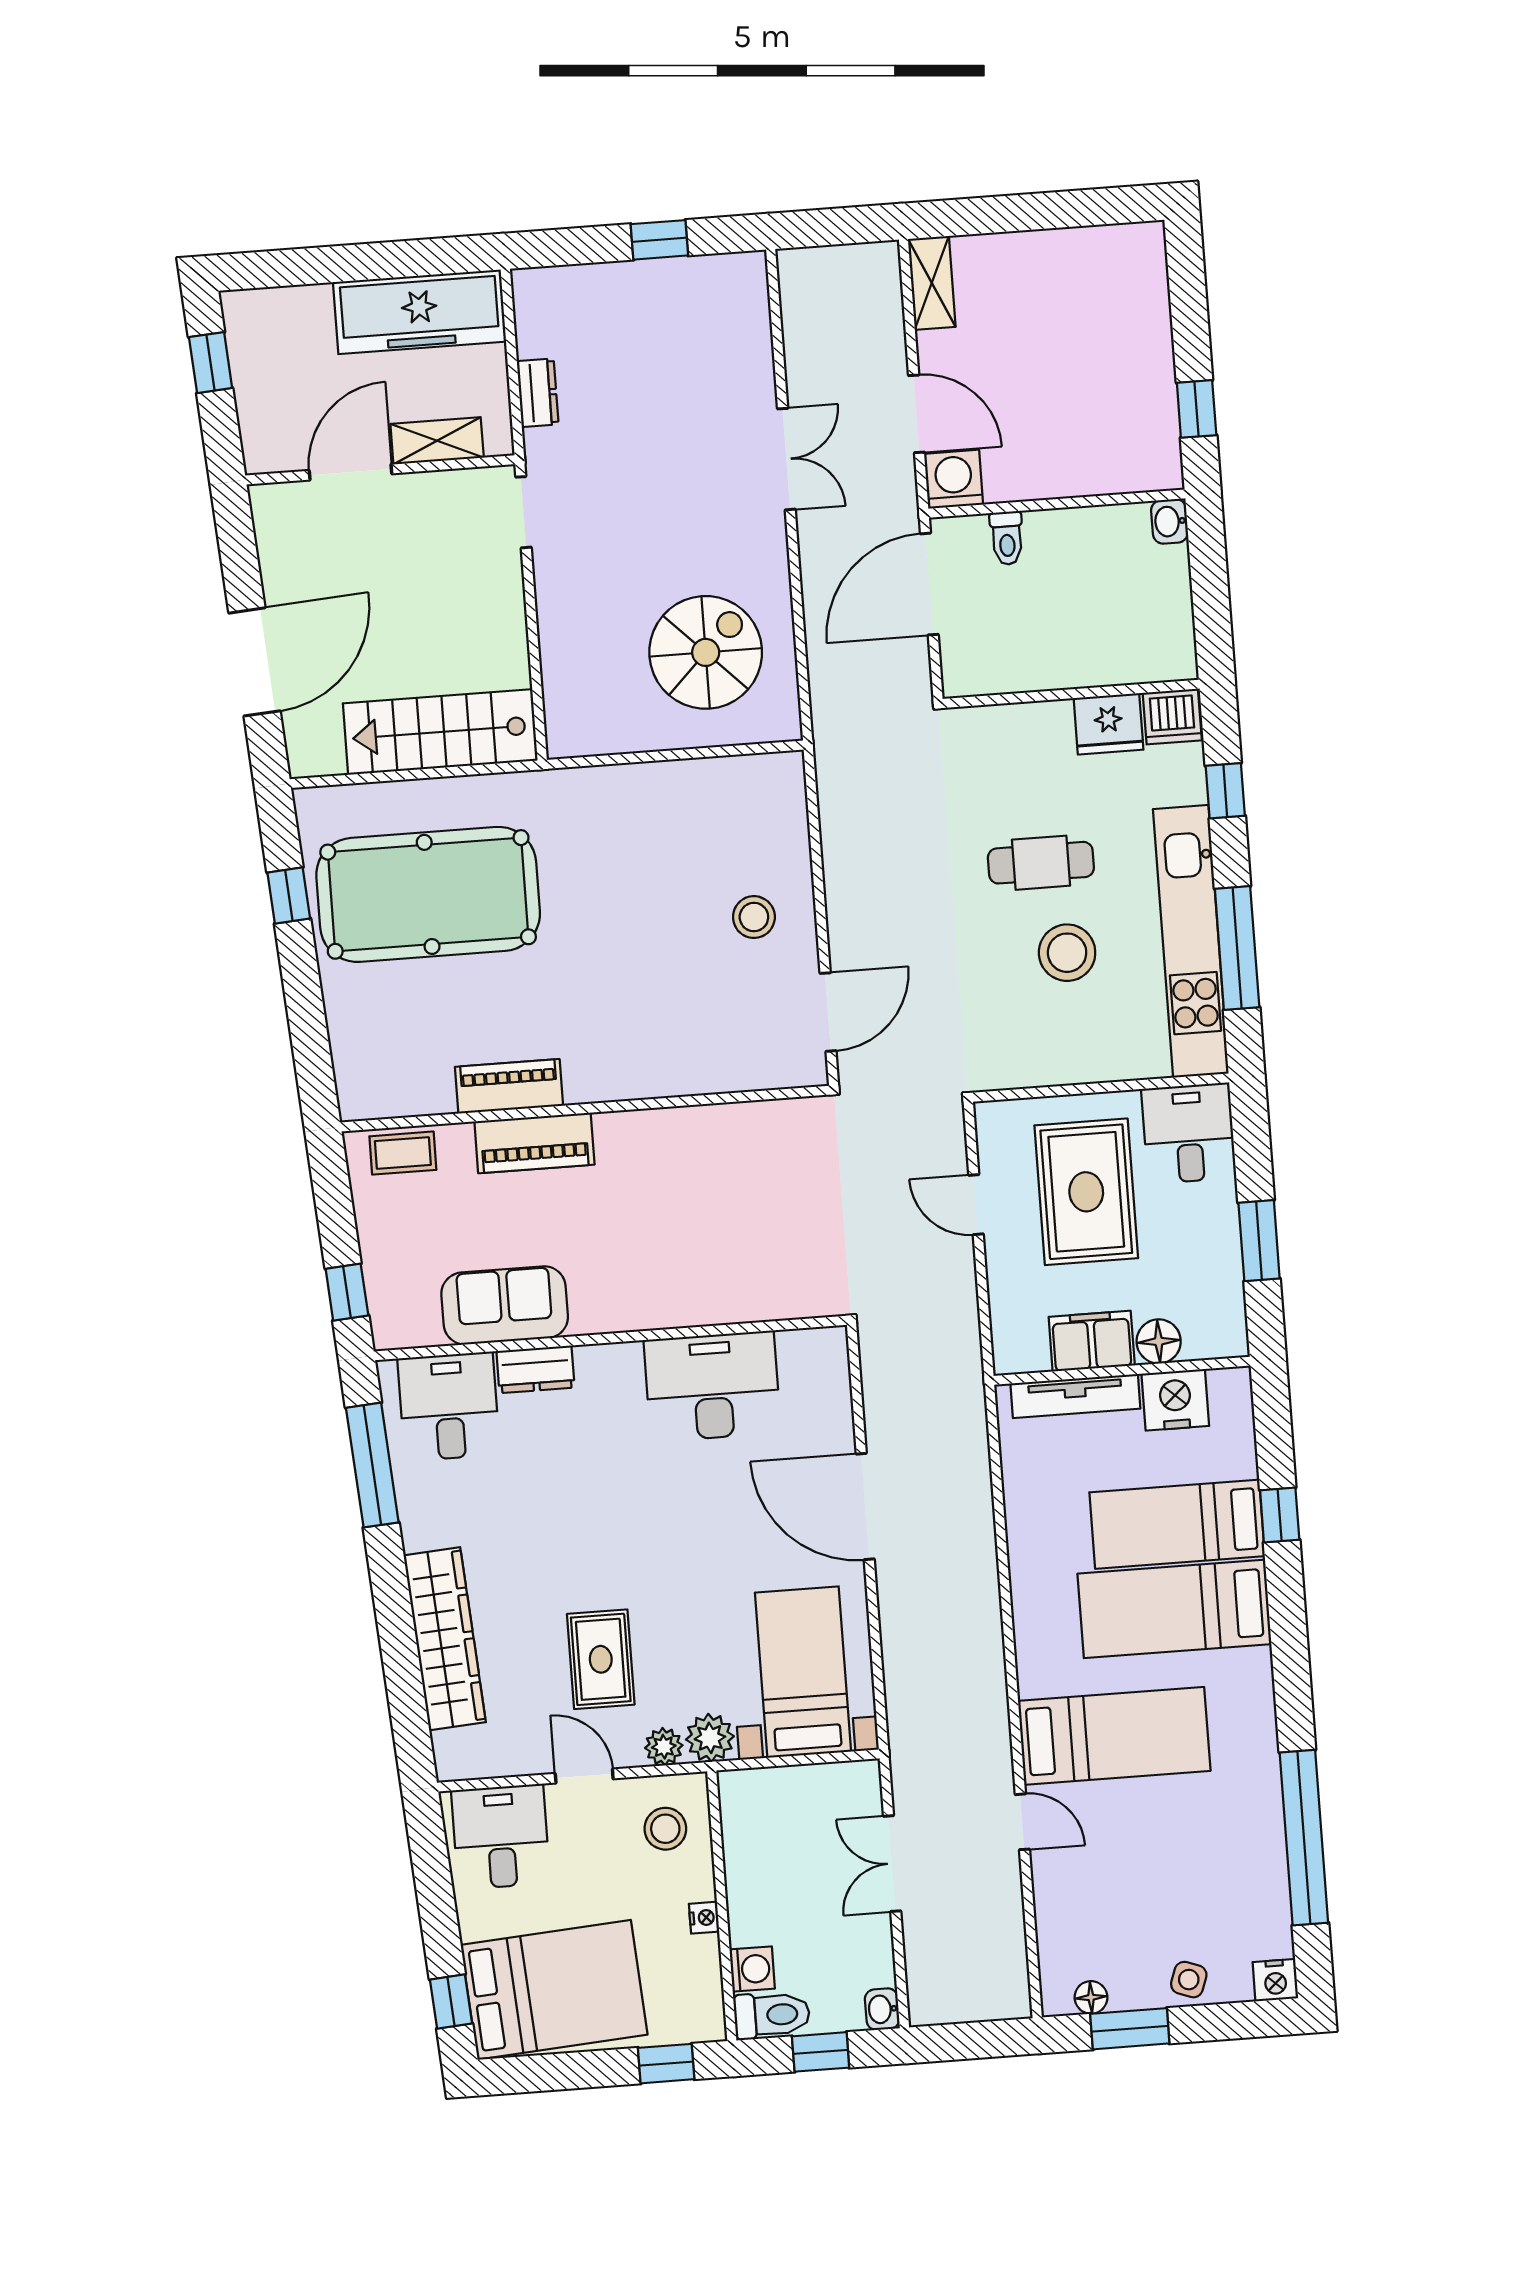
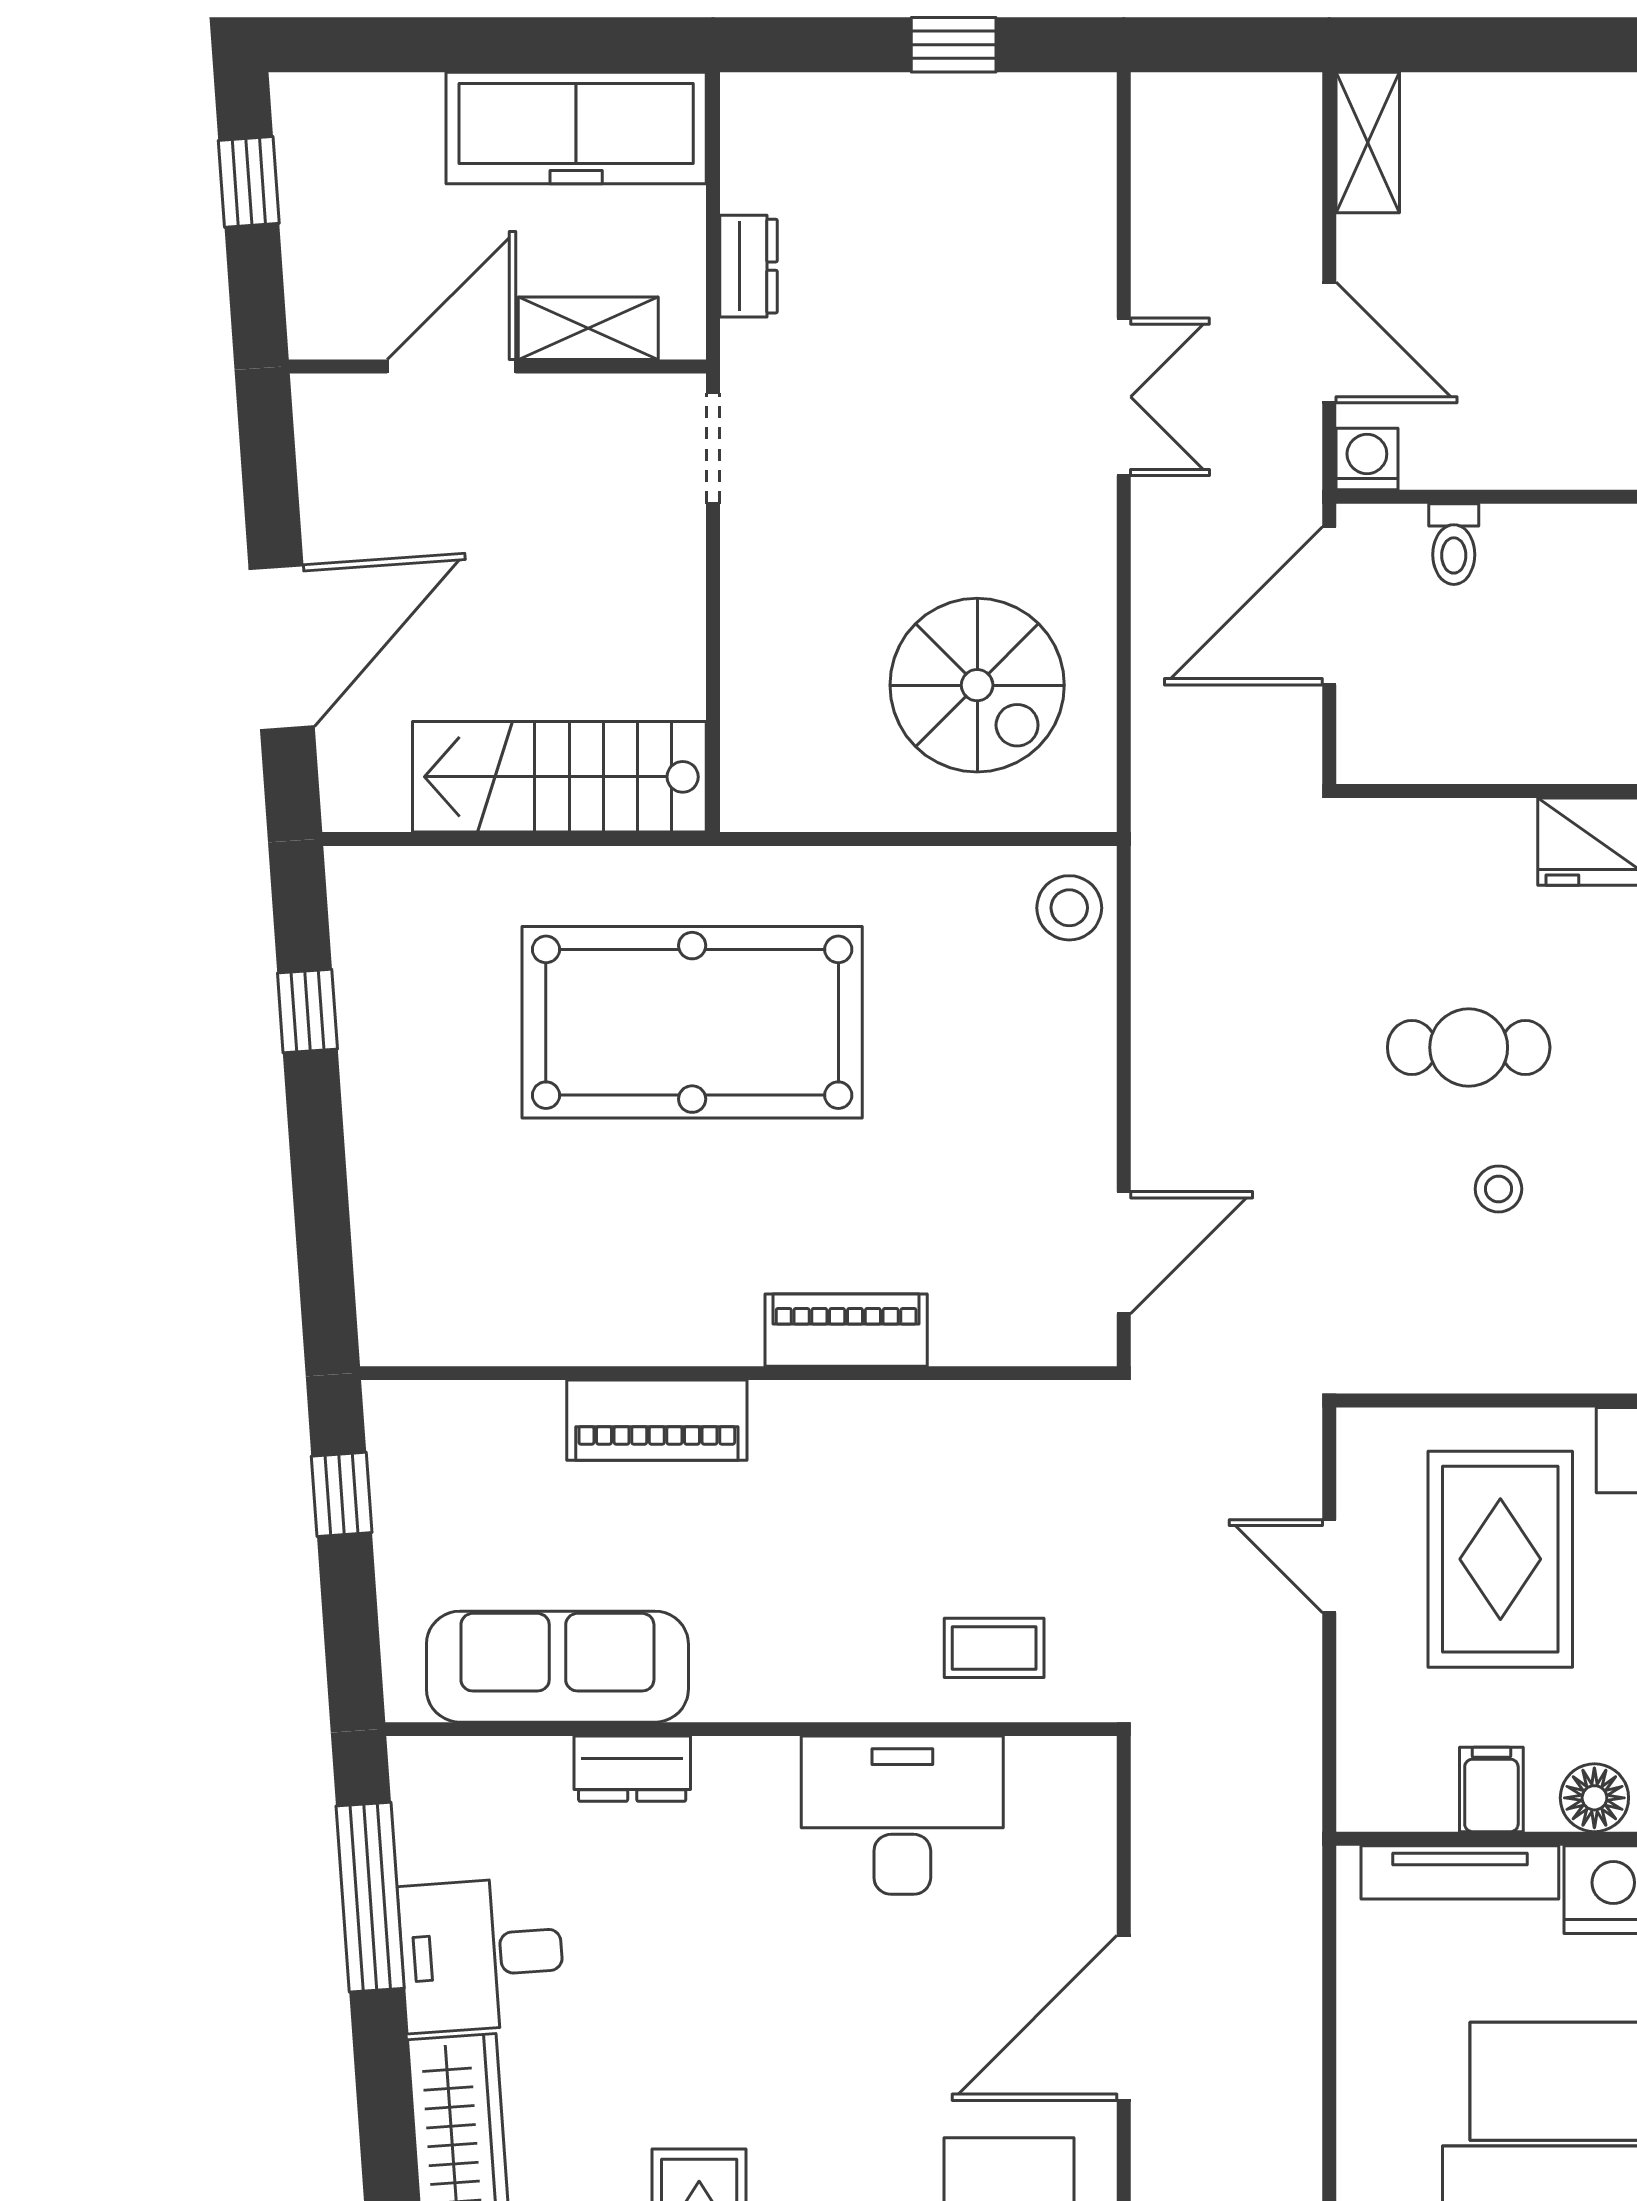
washing machine: (954, 479) -> (1367, 459), width x0.73, depth x0.73
spiral stairs: (706, 652) -> (977, 685), turned 90
pool table: (428, 894) -> (692, 1022), moved
stool: (754, 917) -> (1069, 908), moved
stool: (1067, 953) -> (1498, 1189), width x0.53, depth x0.53
piano: (509, 1086) -> (846, 1330), moved
coffee table: (403, 1153) -> (994, 1648), moved
window: (347, 1292) -> (342, 1494), moved
sofa: (505, 1305) -> (557, 1667), width x1.36
filing cabinet: (1092, 1341) -> (1491, 1790), width x0.50
desk: (449, 1406) -> (482, 1955), moved, turned -94
door: (865, 1507) -> (1124, 2018), hinge flipped

